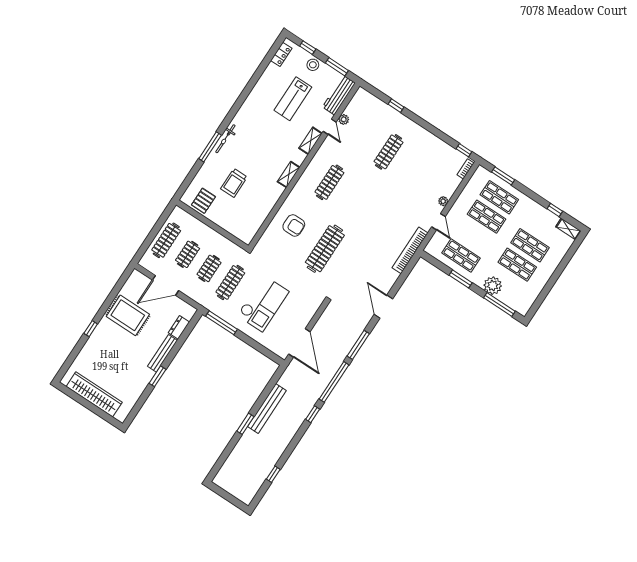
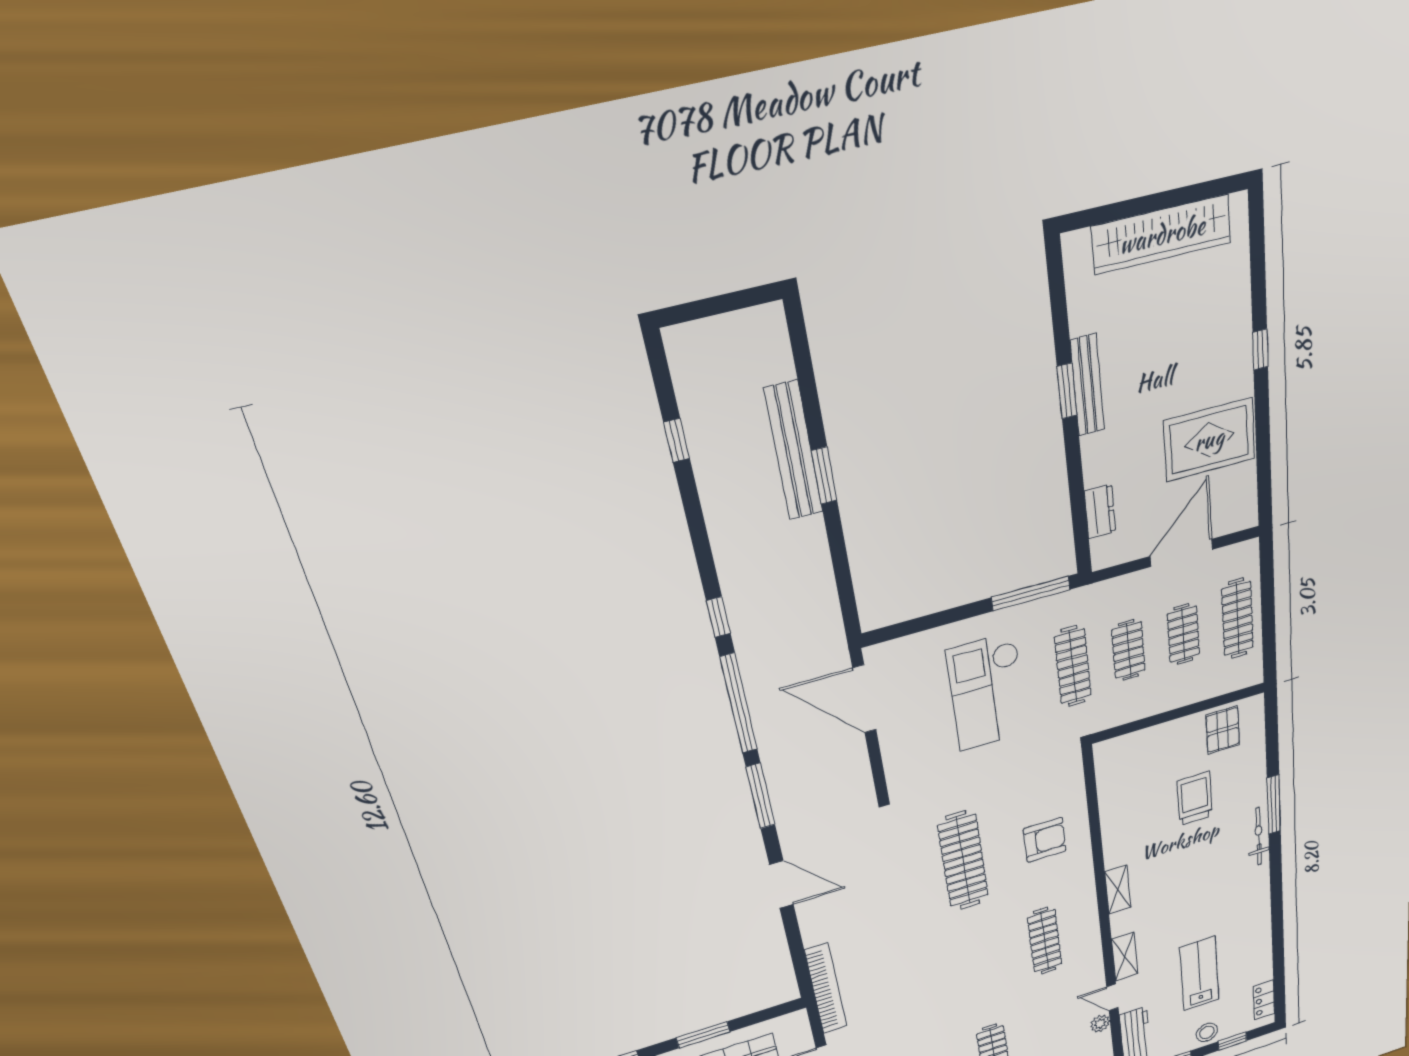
armchair: (294, 225) -> (1045, 840), turned 180
bench: (162, 353) -> (1087, 385), moved
bench: (267, 409) -> (794, 451), moved

